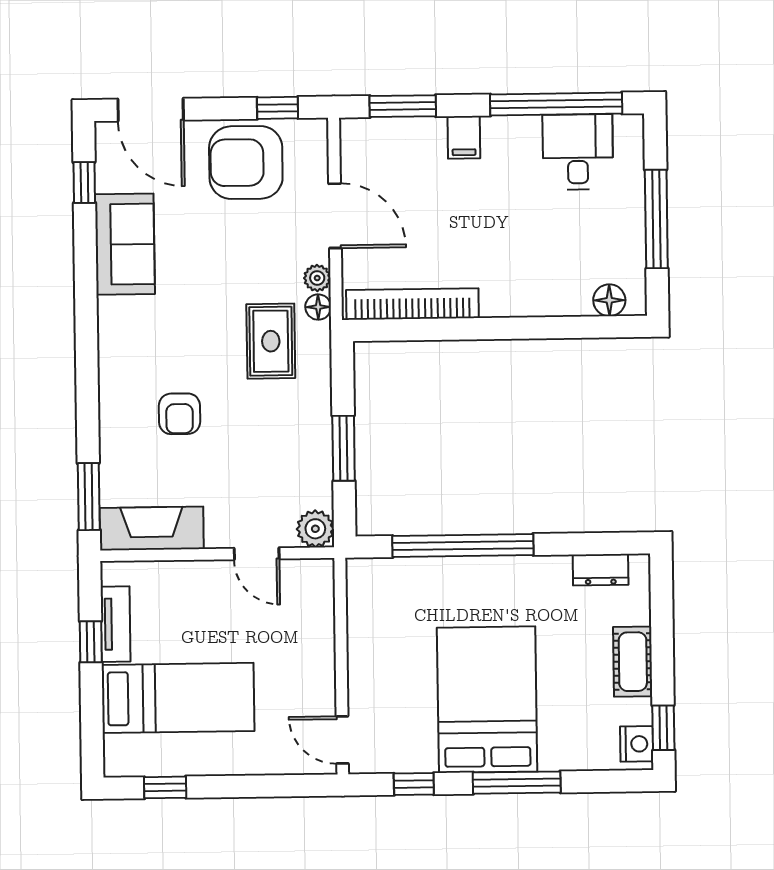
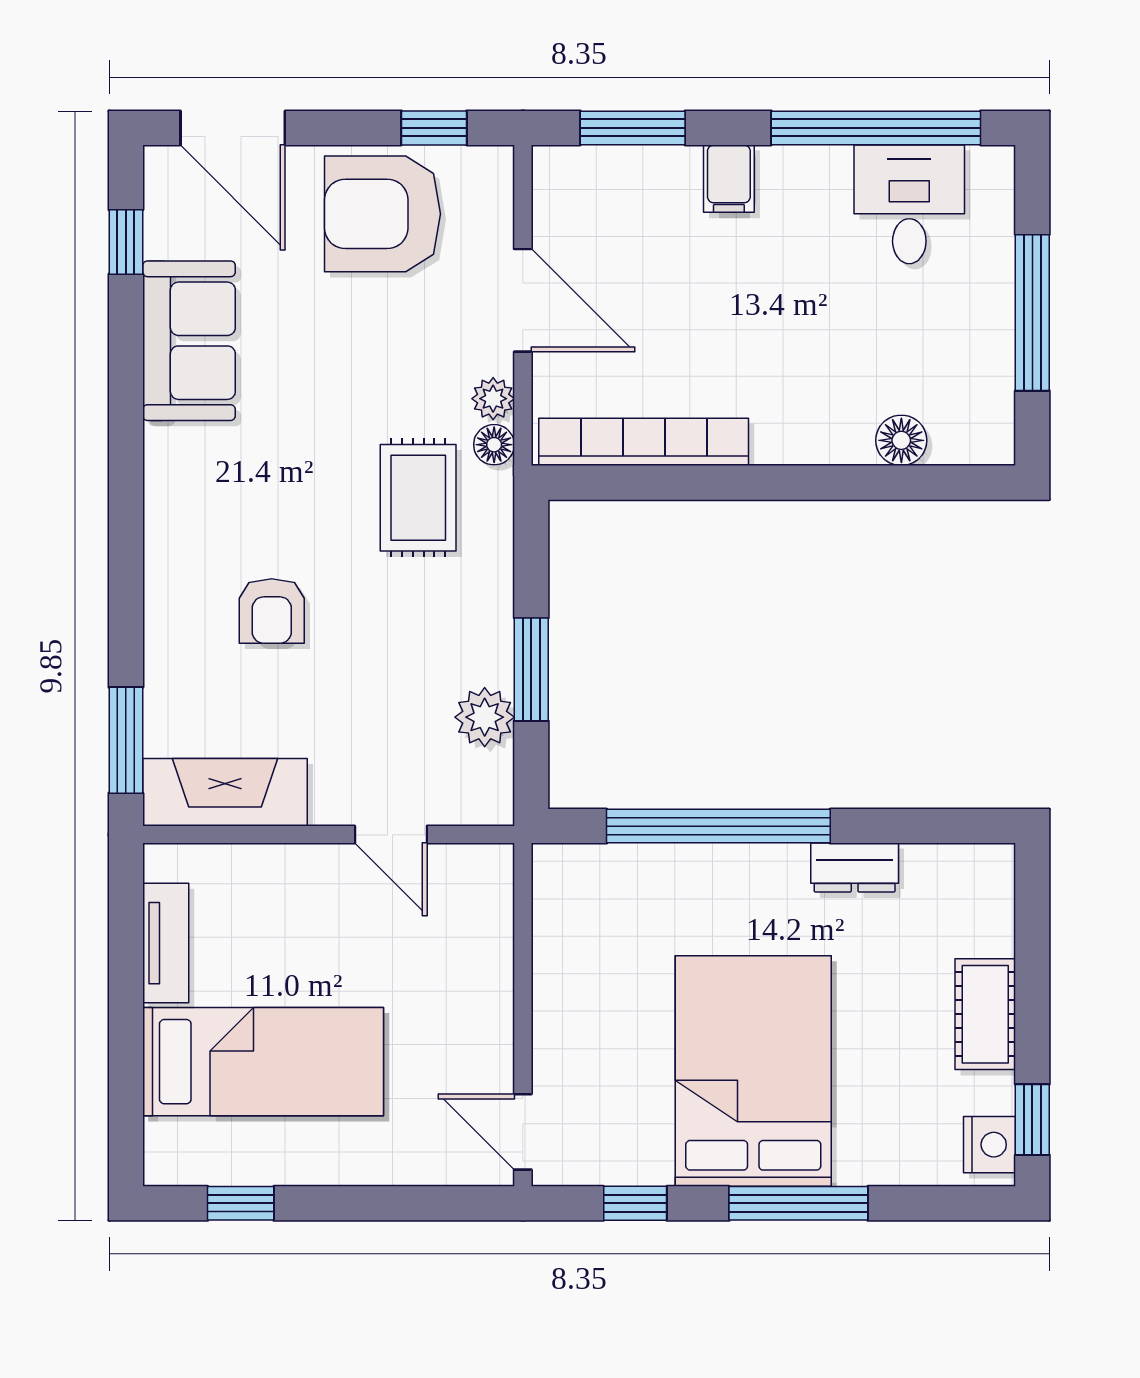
floor lamp: (609, 300) -> (901, 440), moved
plant: (315, 529) -> (485, 717), moved
dresser: (601, 570) -> (855, 868), moved
window: (91, 642) -> (126, 971), removed

